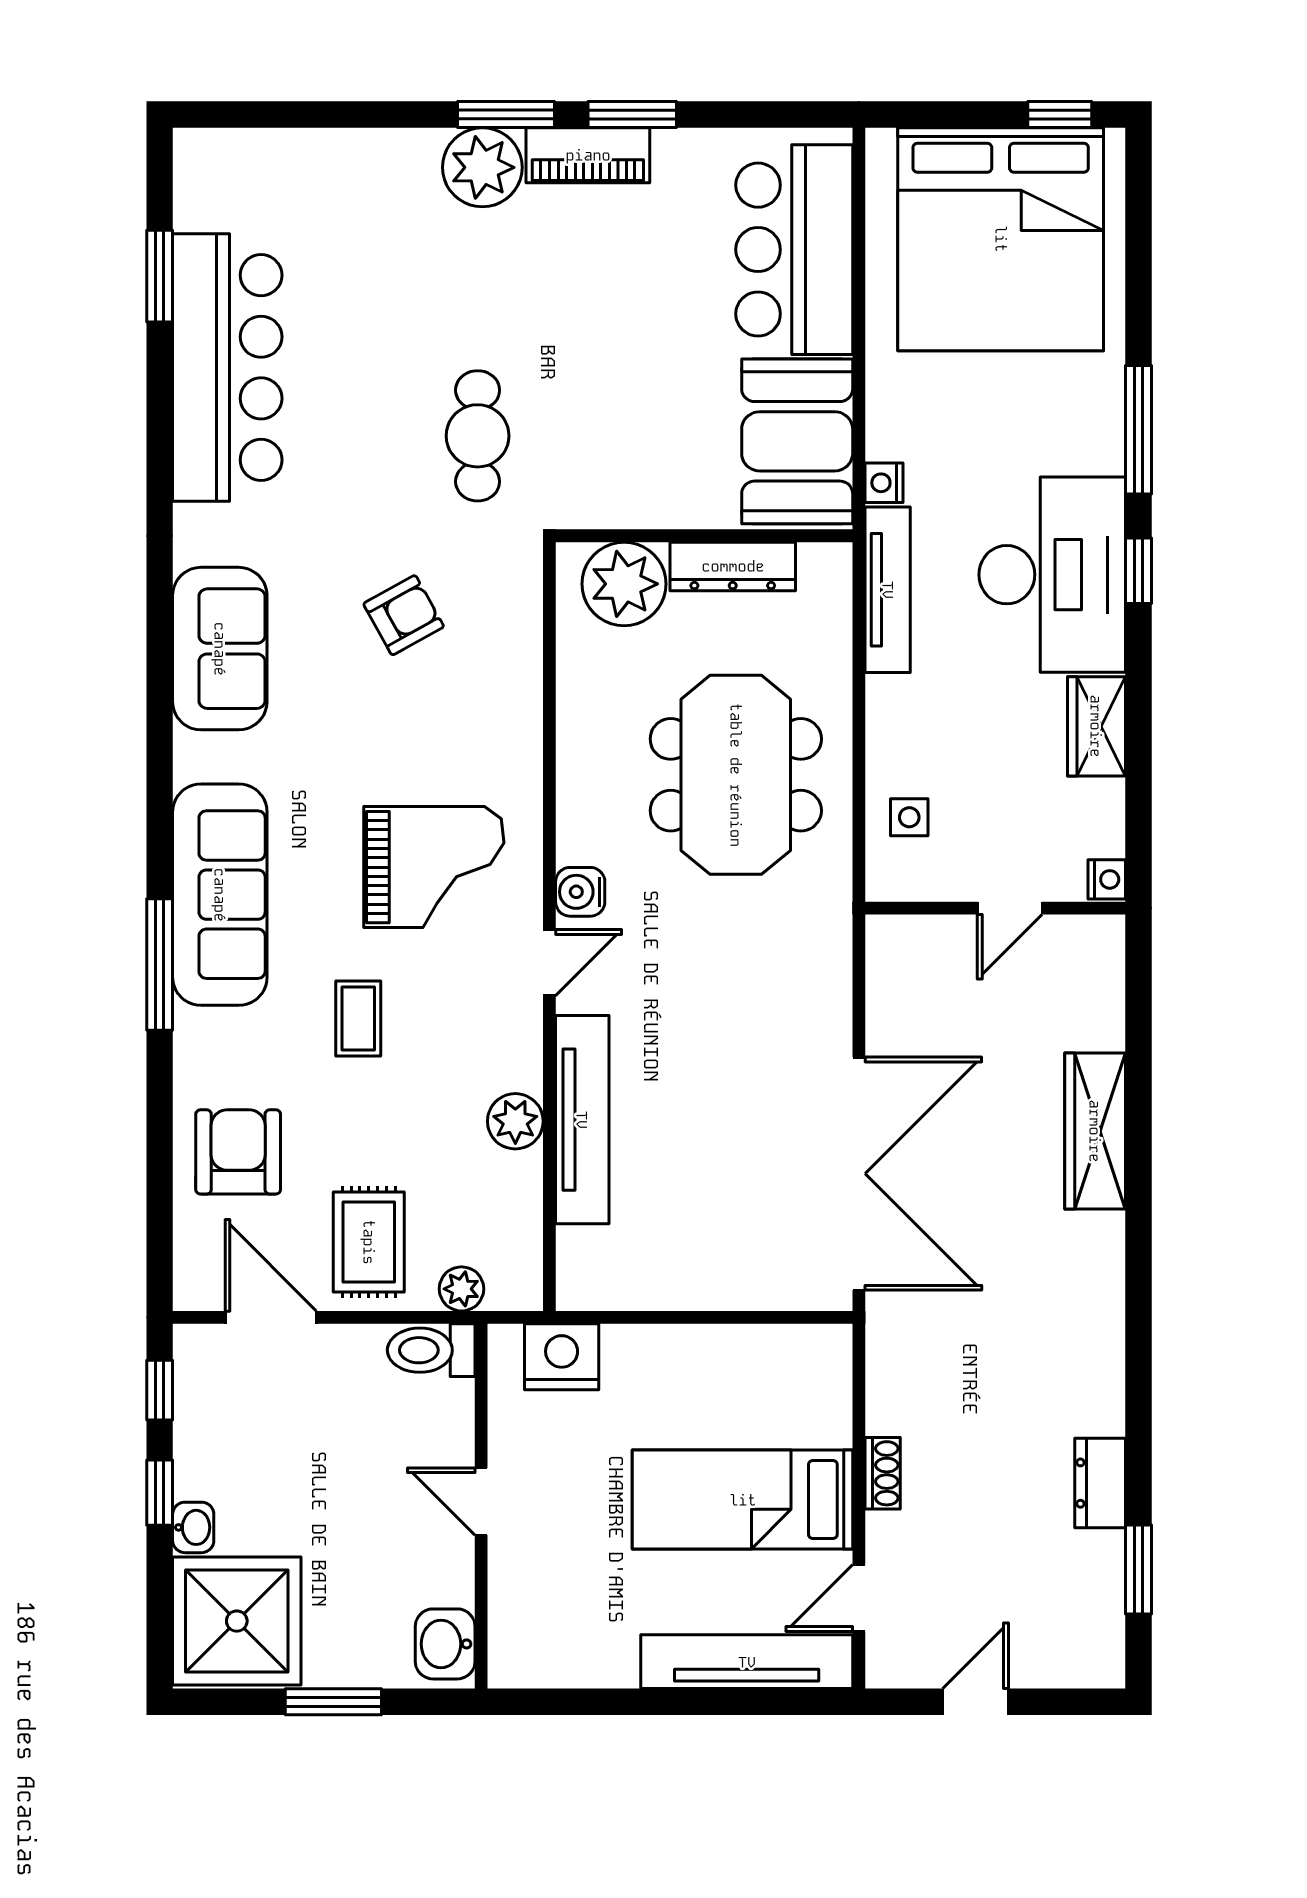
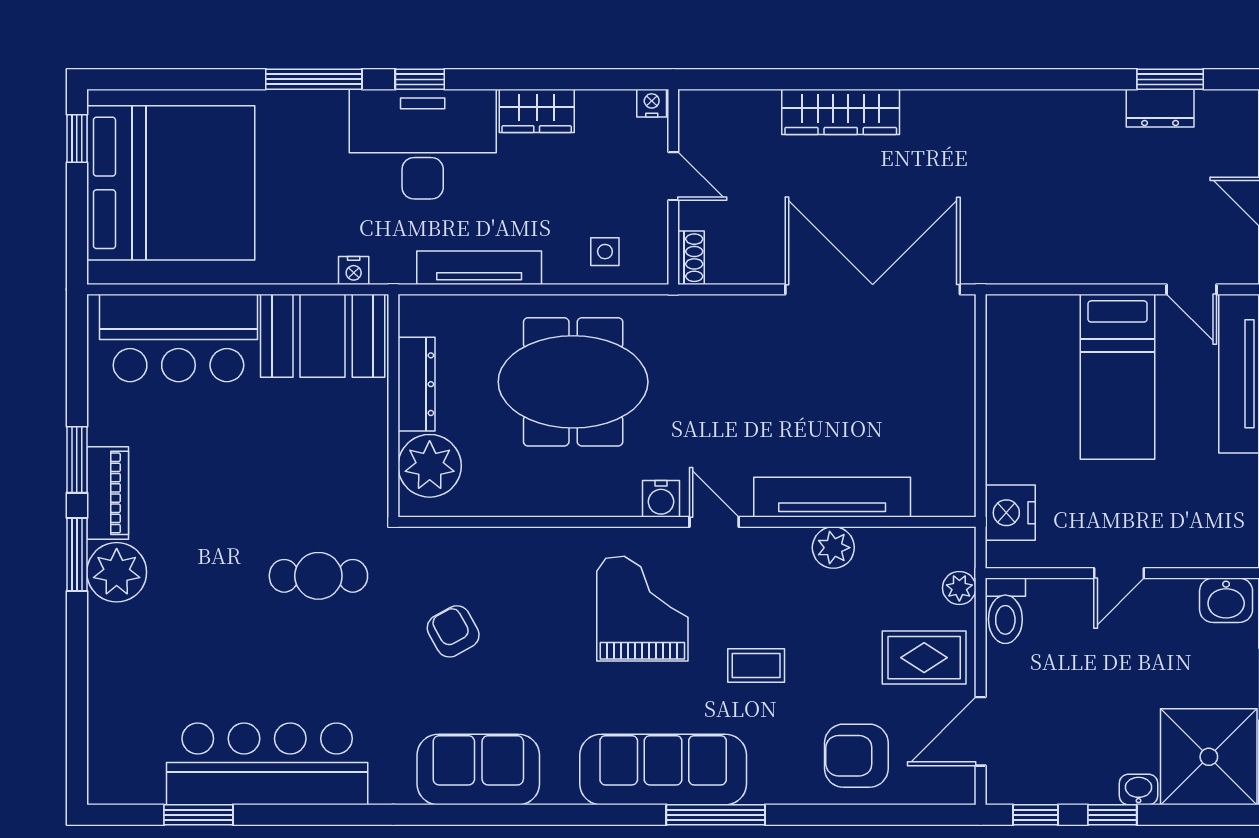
tv unit: (888, 590) -> (479, 268), moved
shoe rack: (883, 1473) -> (691, 258), moved, turned 90
dresser: (1100, 1483) -> (1160, 108), moved

